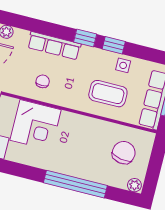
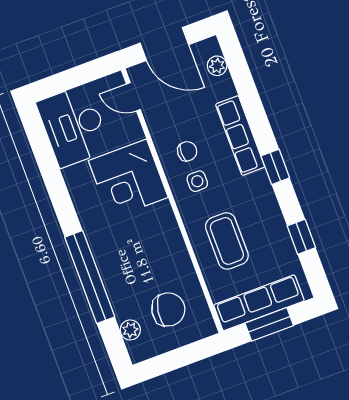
window: (114, 45) -> (301, 237), moved
side table: (123, 65) -> (197, 181), moved
plant: (134, 185) -> (130, 330), moved

